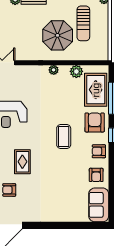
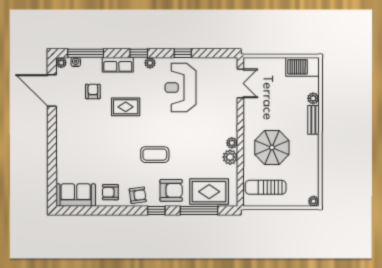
sun lounger: (83, 23) -> (266, 187), moved
plant: (76, 71) -> (230, 157), moved
armchair: (99, 151) -> (138, 195), turned 82

